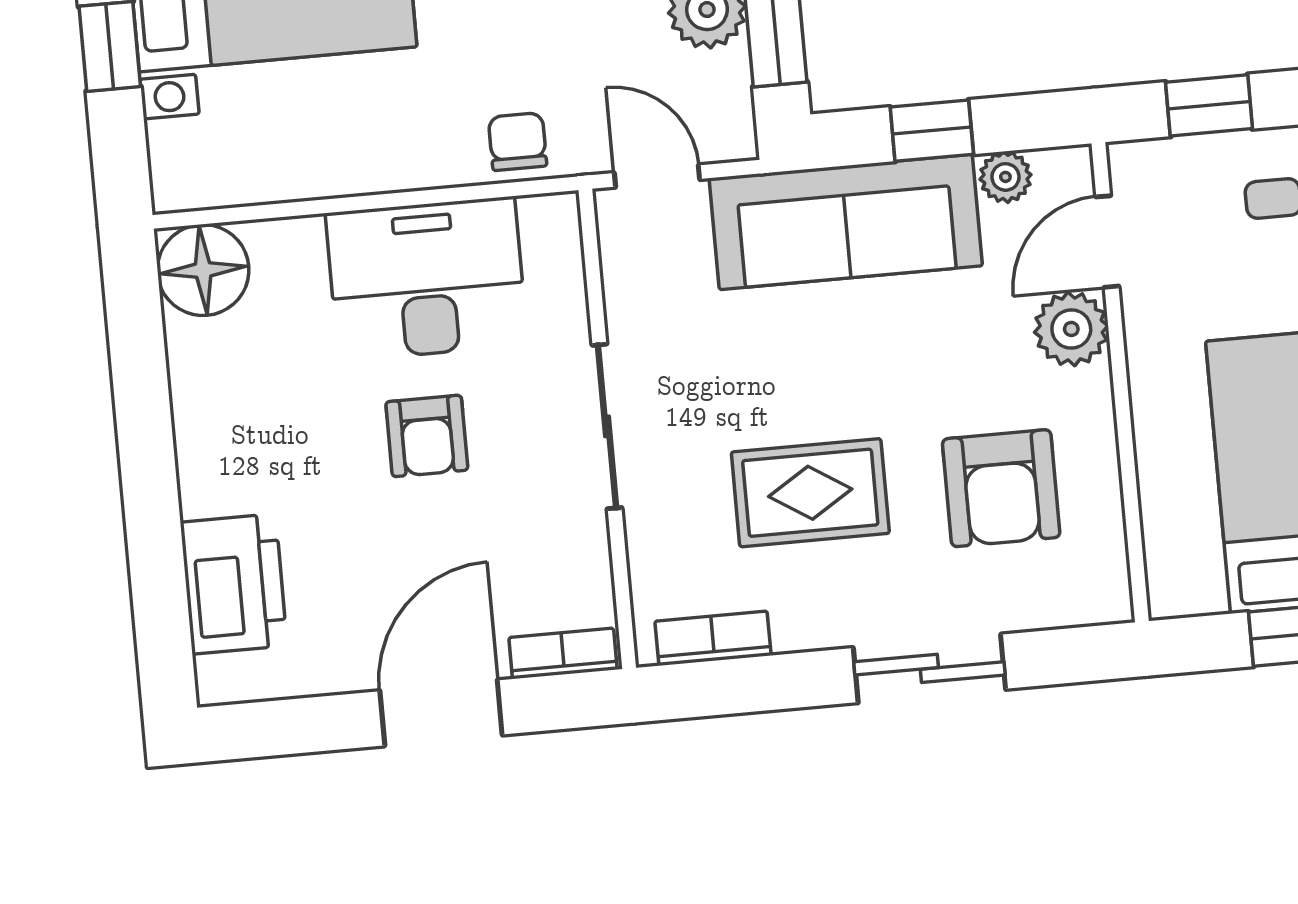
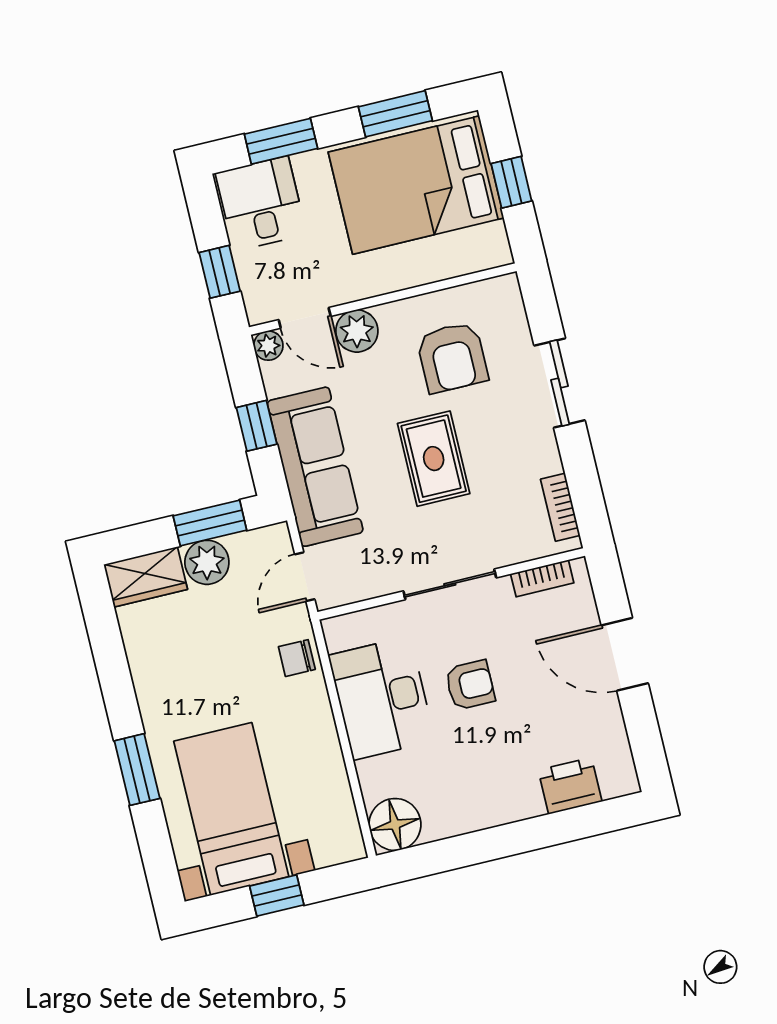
plant: (1005, 177) -> (268, 346), moved
armchair: (1001, 488) -> (452, 357), turned 90
rug: (810, 493) -> (434, 459), moved
printer: (234, 584) -> (570, 786), width x0.73, depth x0.84
bookcase: (563, 654) -> (542, 578), moved, turned -90

